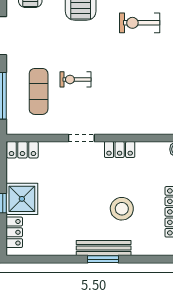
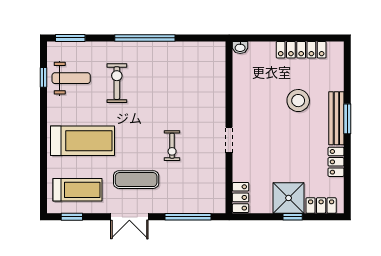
exercise bike: (140, 23) -> (117, 83), turned 180
exercise mat: (39, 91) -> (136, 180), moved
locker: (120, 149) -> (336, 162), moved, turned 180

